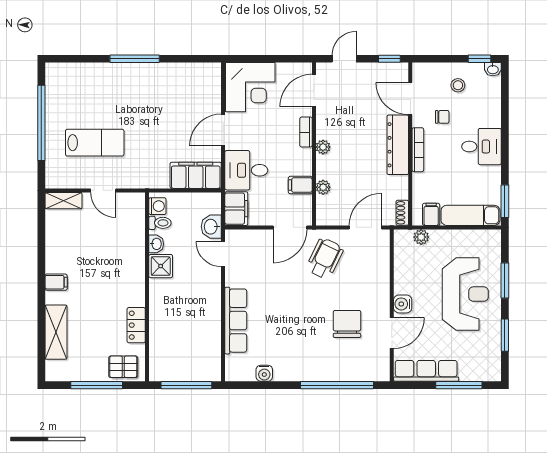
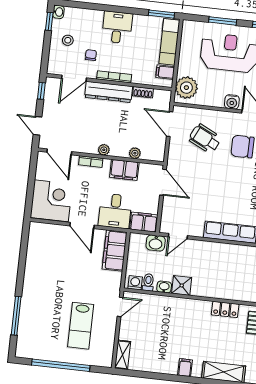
window: (135, 59) -> (16, 316), moved
lab bench: (95, 143) -> (81, 326), turned 180
filing cabinet: (300, 185) -> (124, 170), width x2.00
door: (103, 190) -> (120, 307), moved
shoe rack: (402, 213) -> (143, 92), moved
plant: (421, 237) -> (186, 88), width x1.87, depth x1.87
wheelchair: (325, 258) -> (205, 139), moved

